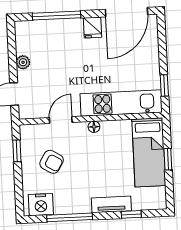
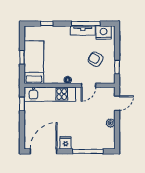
tv unit: (111, 204) -> (83, 31), moved

